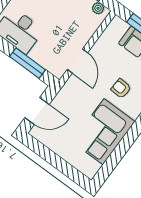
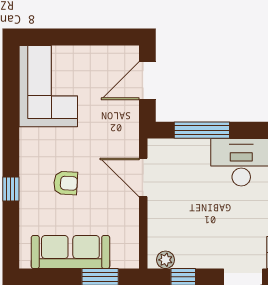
corner sofa: (104, 132) -> (48, 86), moved

